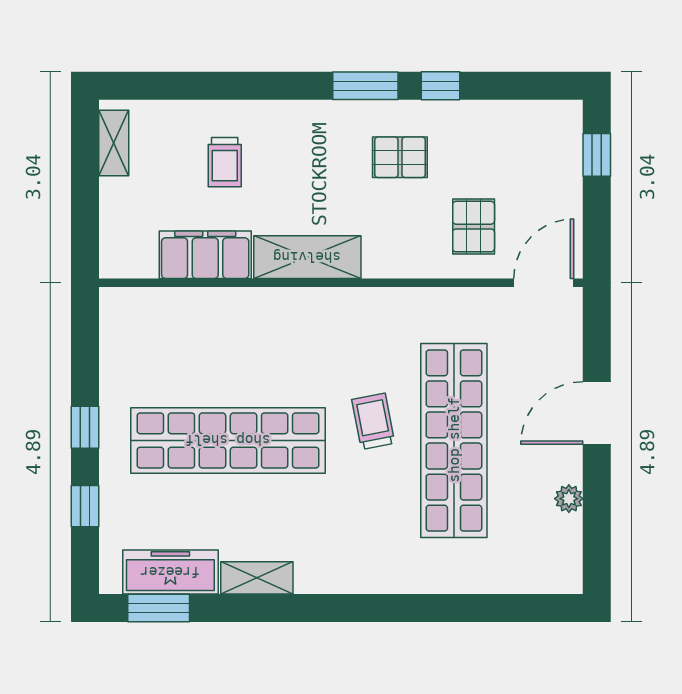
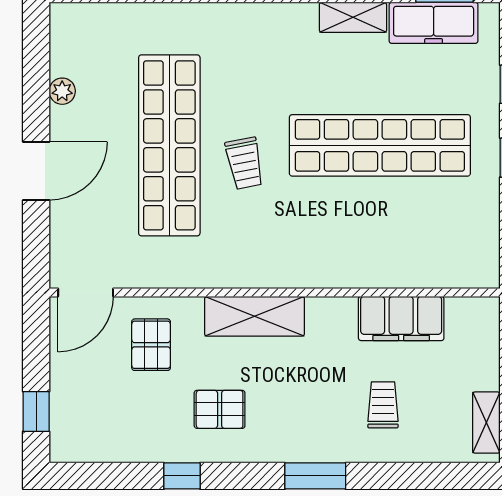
window: (365, 86) -> (315, 476), moved
shelving: (307, 257) -> (255, 316), moved

